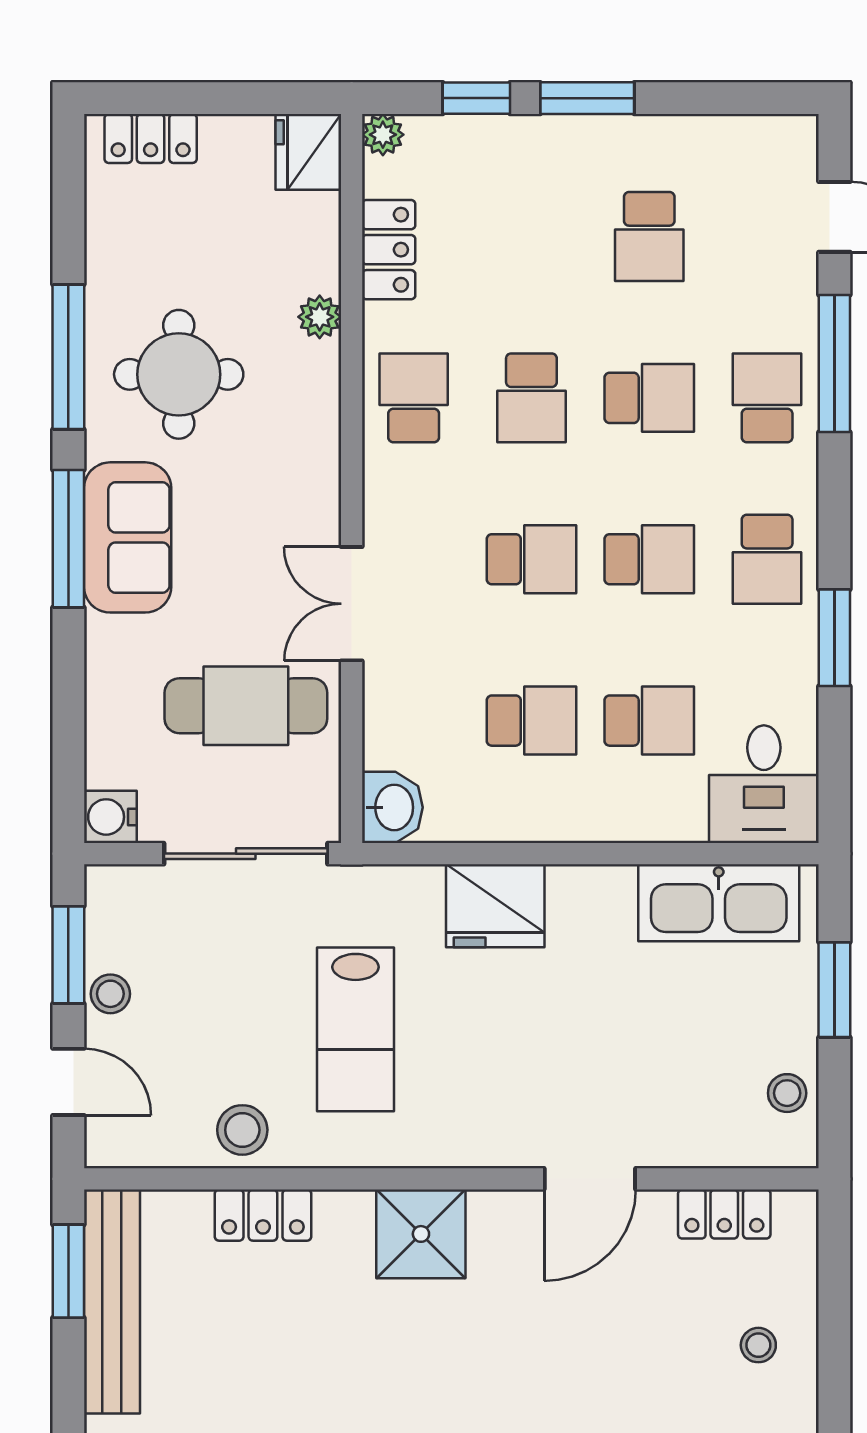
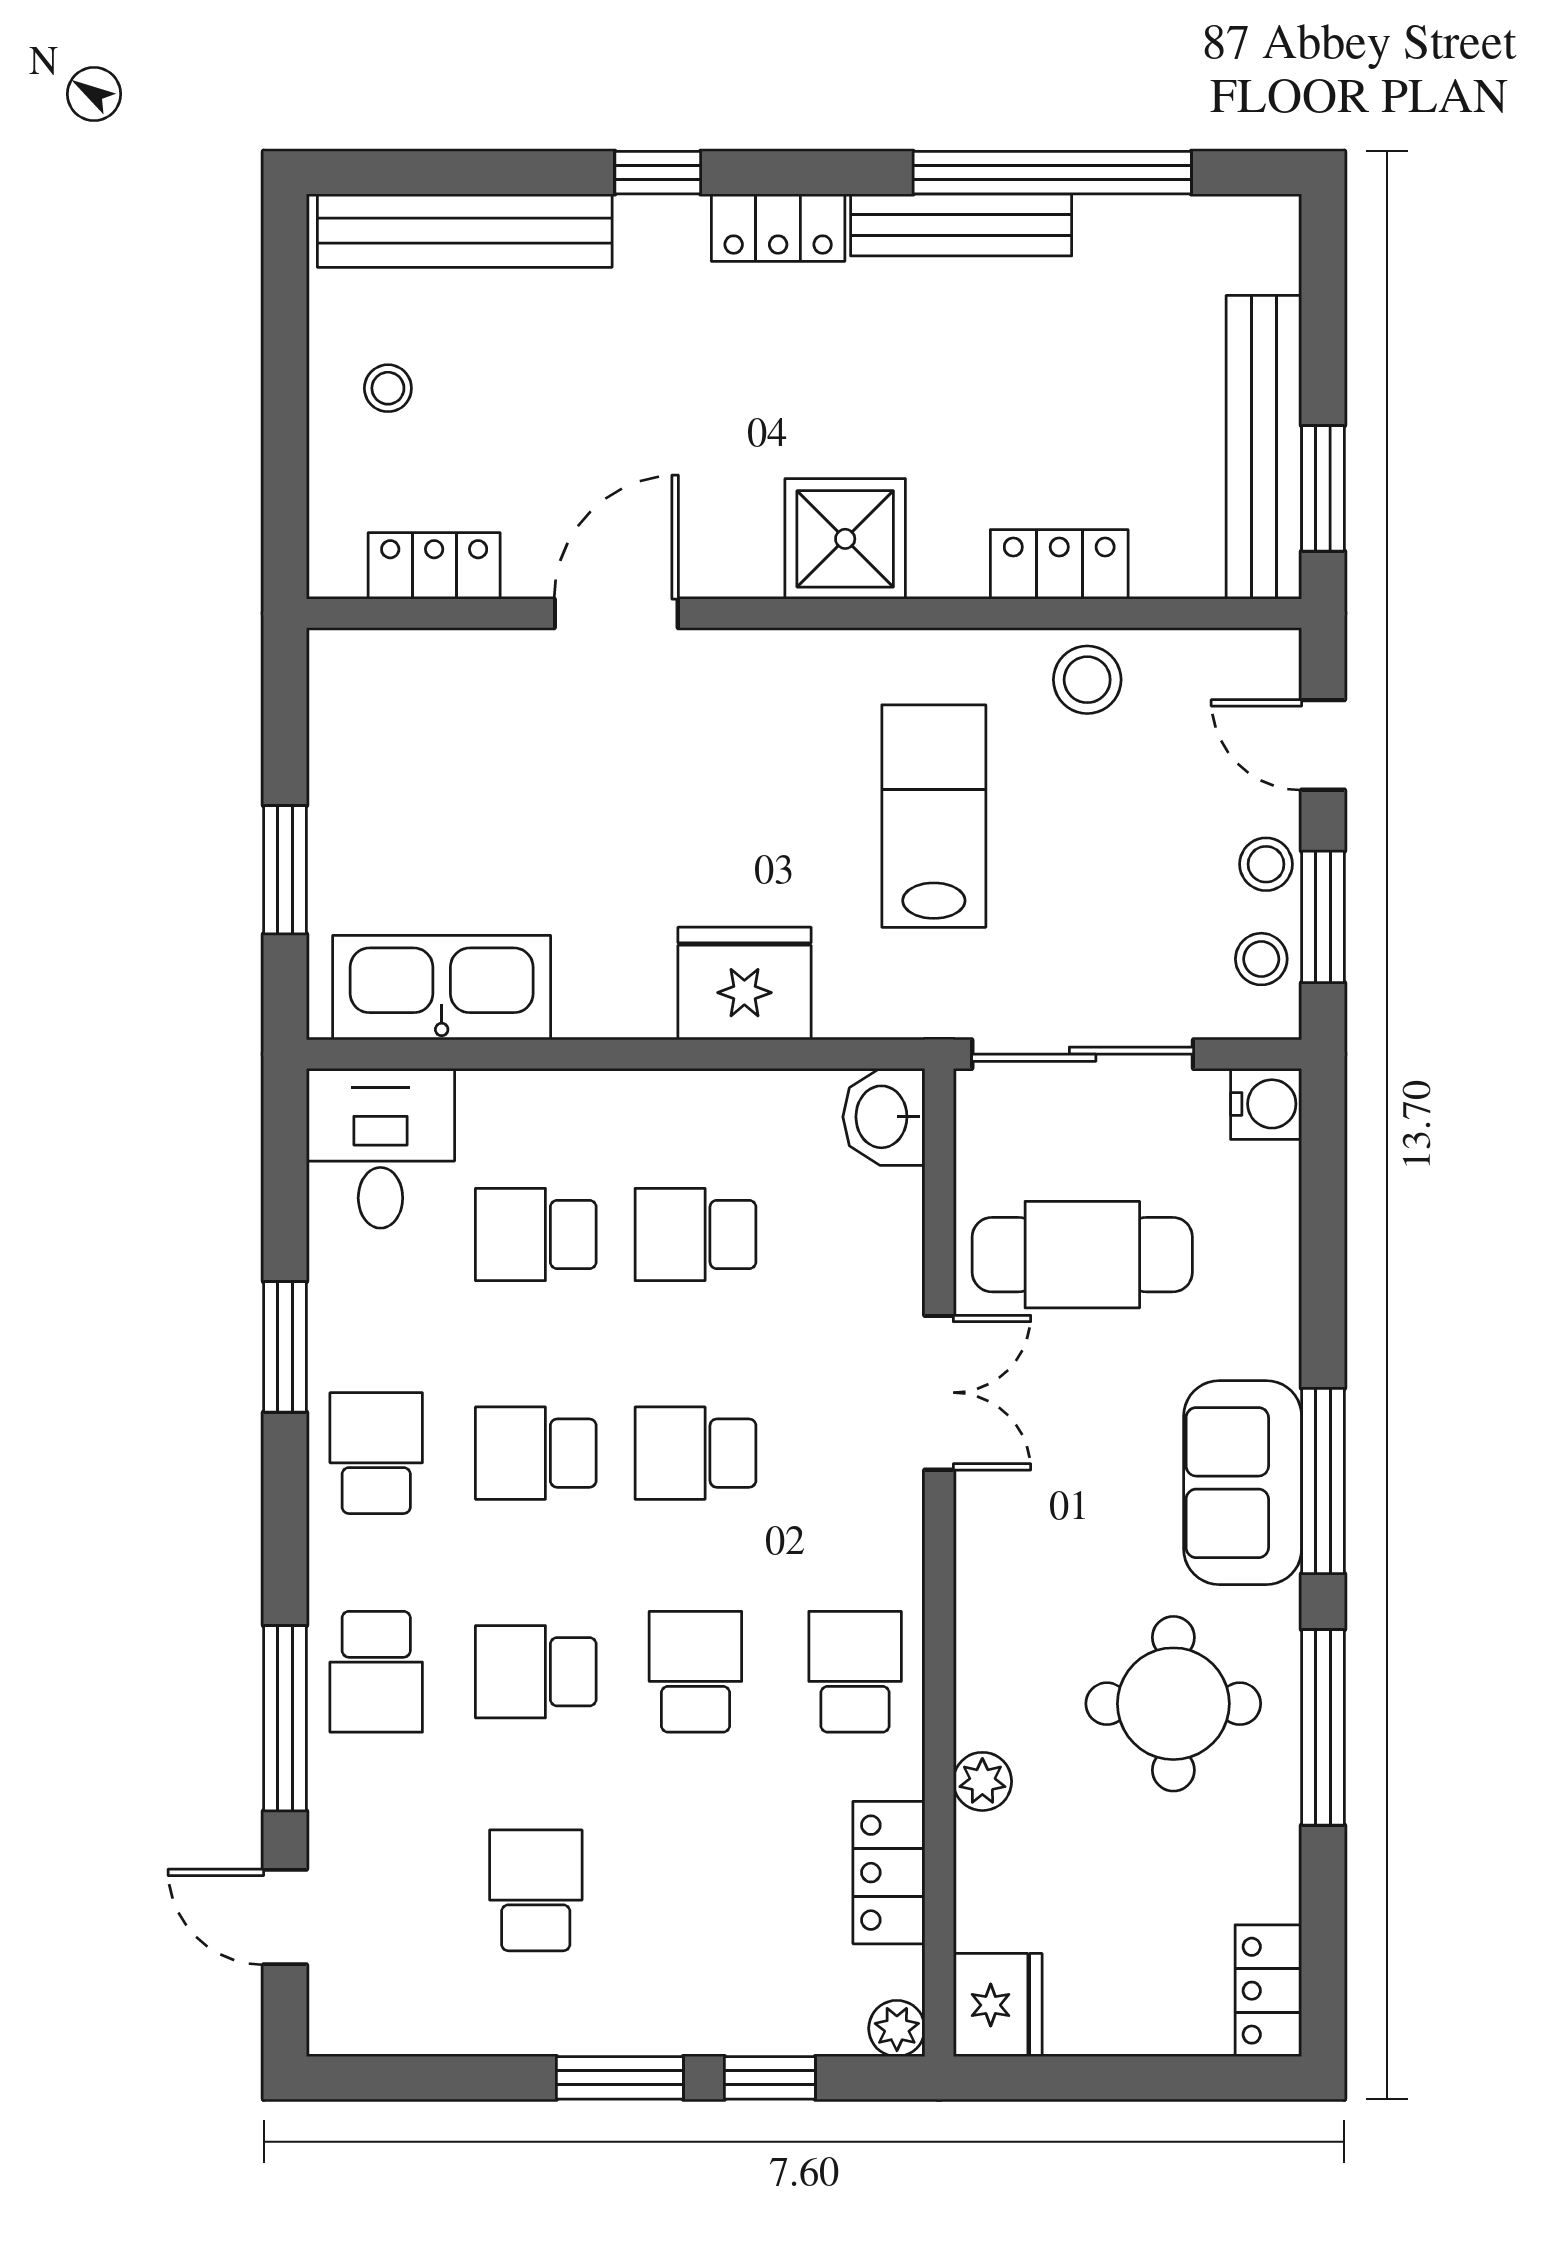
locker: (151, 138) -> (1268, 1991), moved, turned -90
school desk: (414, 398) -> (855, 1672), turned 180
stool: (787, 1093) -> (1261, 959), moved

